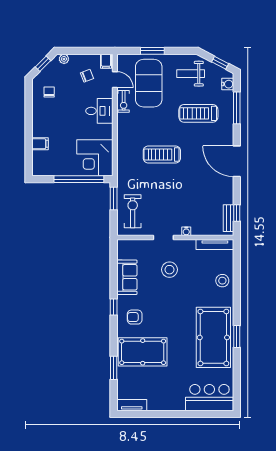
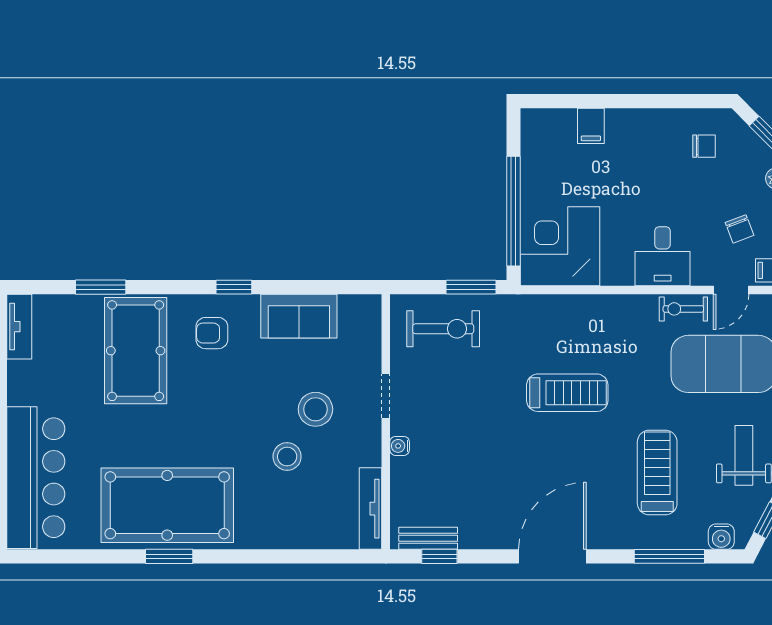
treadmill: (162, 154) -> (567, 393), turned 90
stool: (222, 281) -> (287, 456), moved
armchair: (135, 317) -> (212, 333), turned -90
bar counter: (209, 398) -> (36, 478), width x1.36

